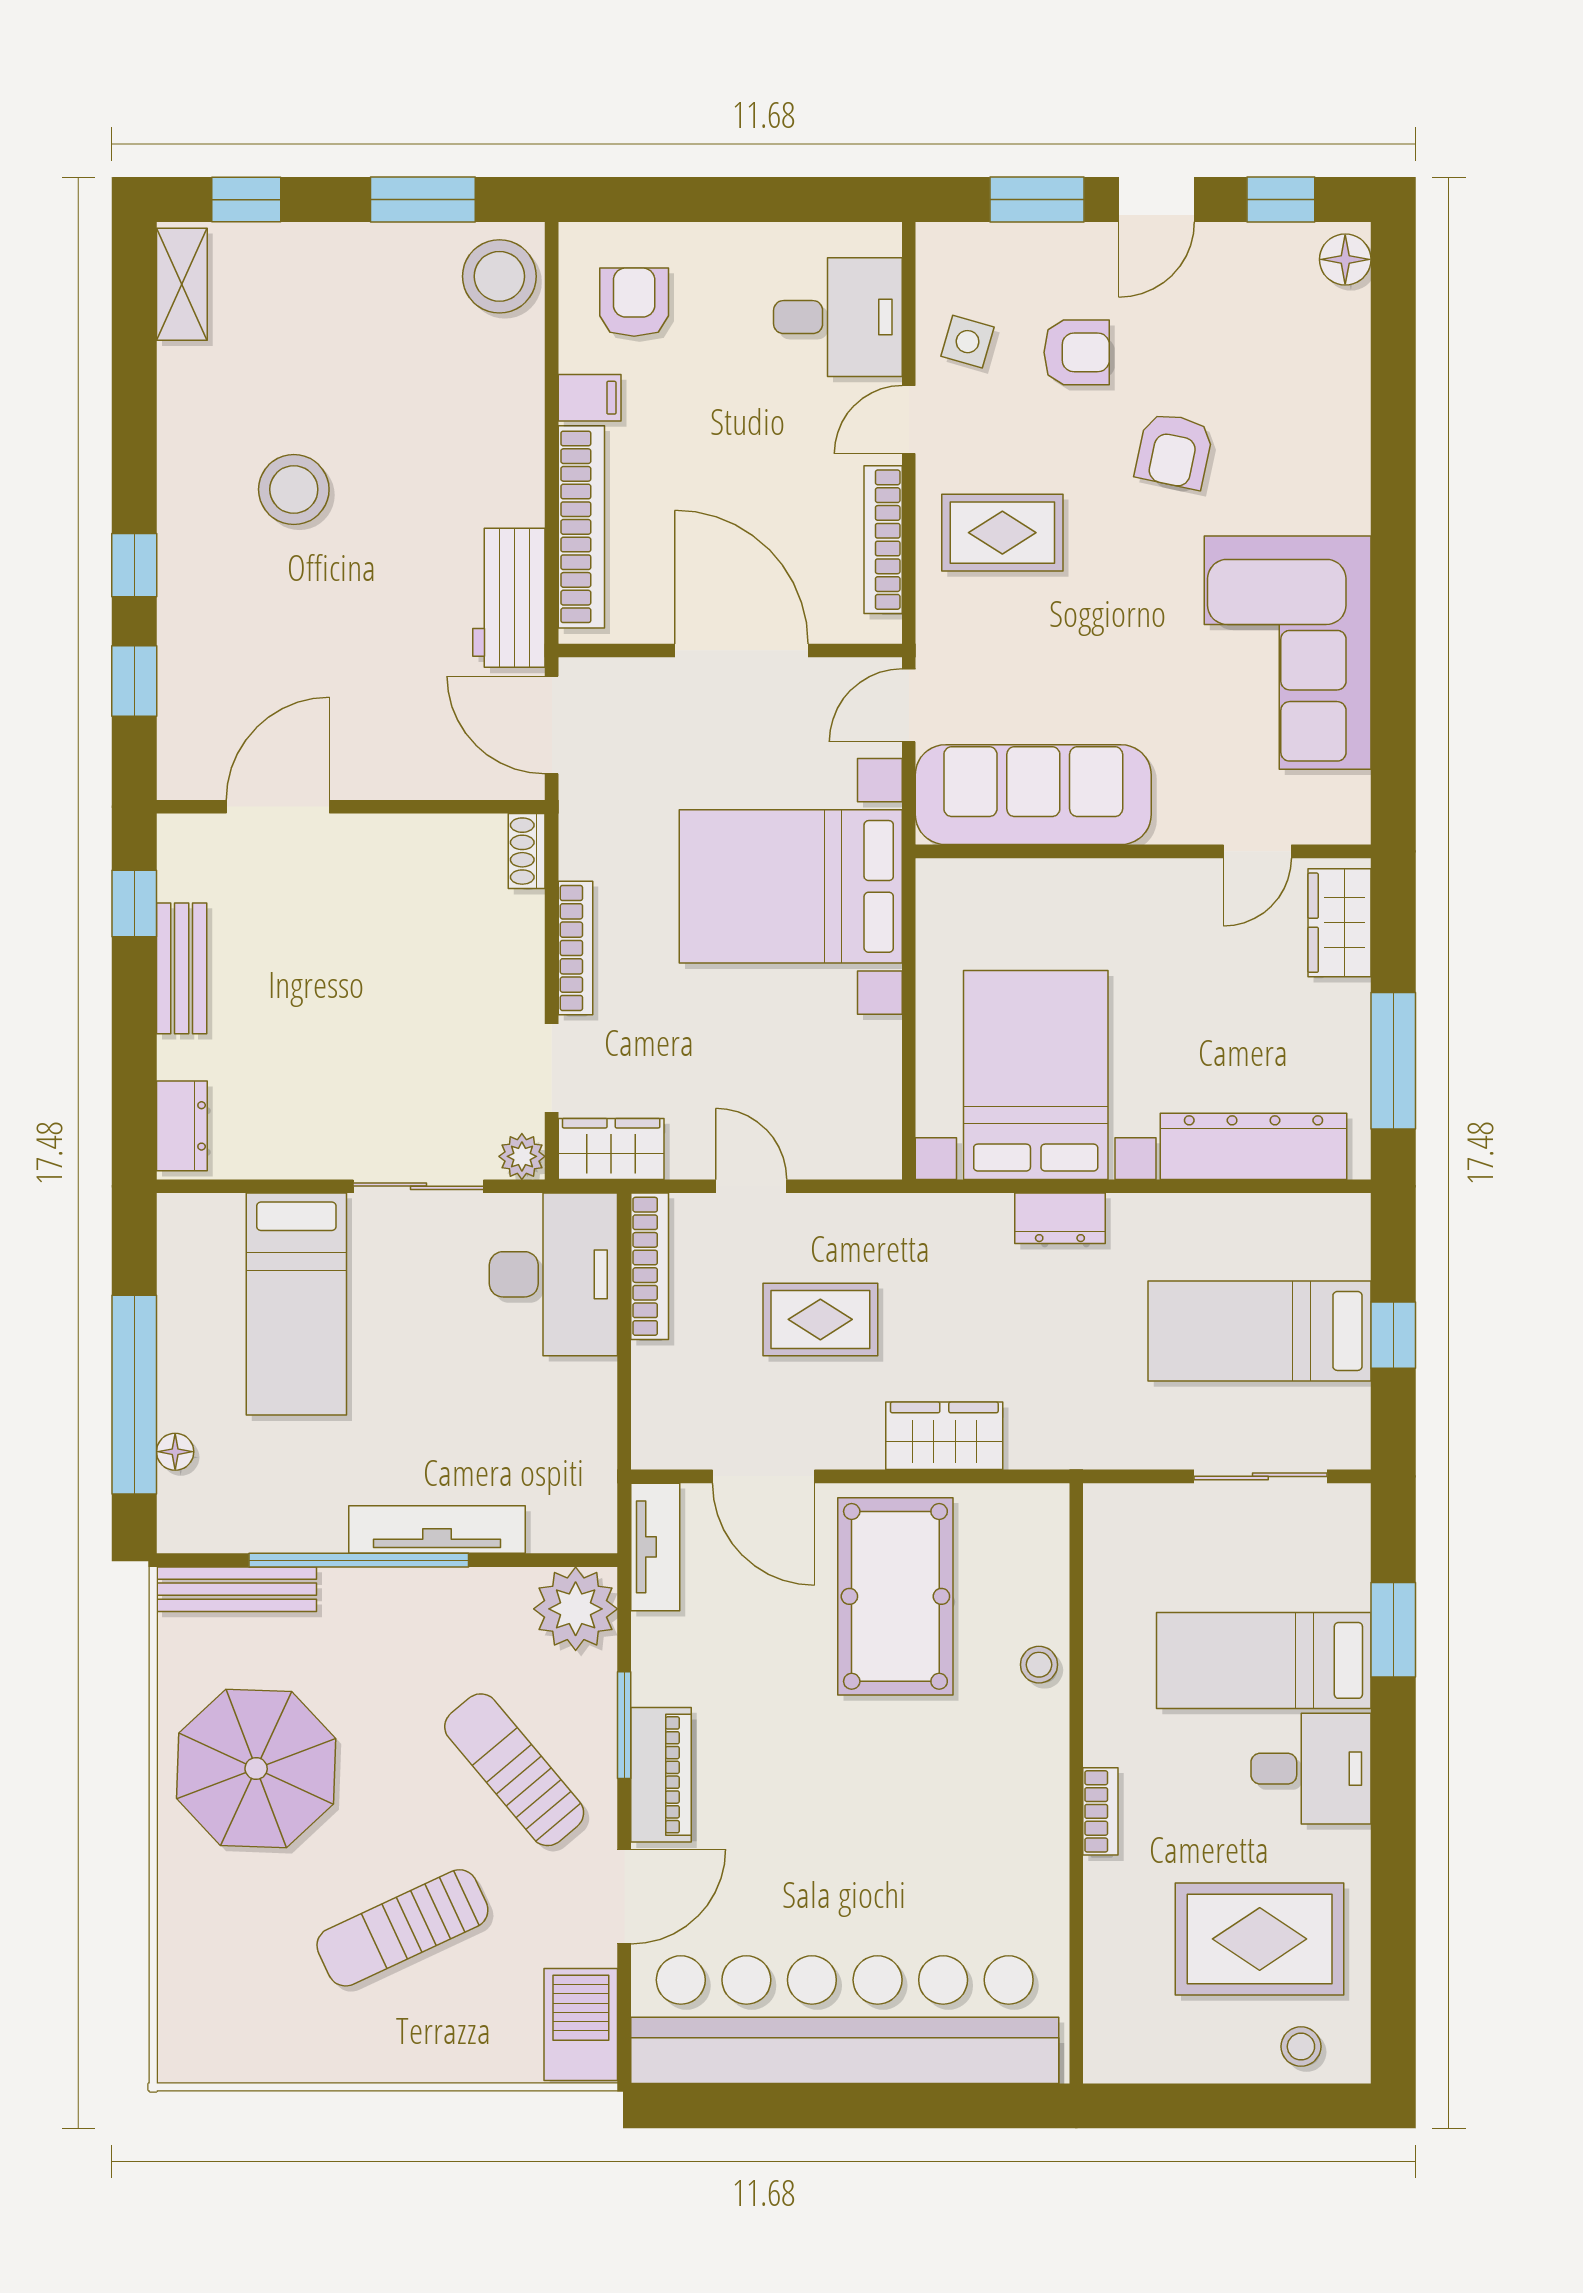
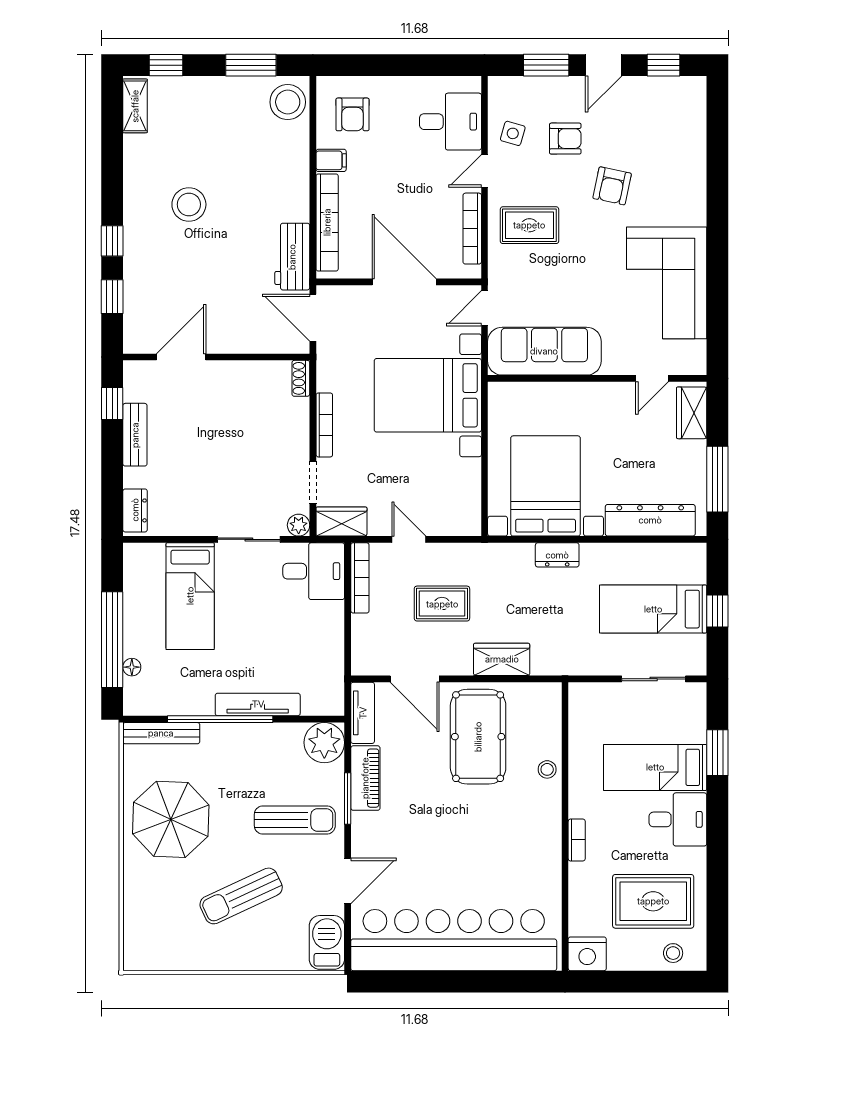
floor lamp: (1345, 259) -> (694, 94), removed
armchair: (634, 302) -> (352, 114), turned 180
desk: (553, 1274) -> (314, 571), width x0.73
sun lounger: (514, 1770) -> (295, 820), turned 130
piano: (661, 1775) -> (365, 778), moved
nightstand: (1122, 2048) -> (587, 954), added

